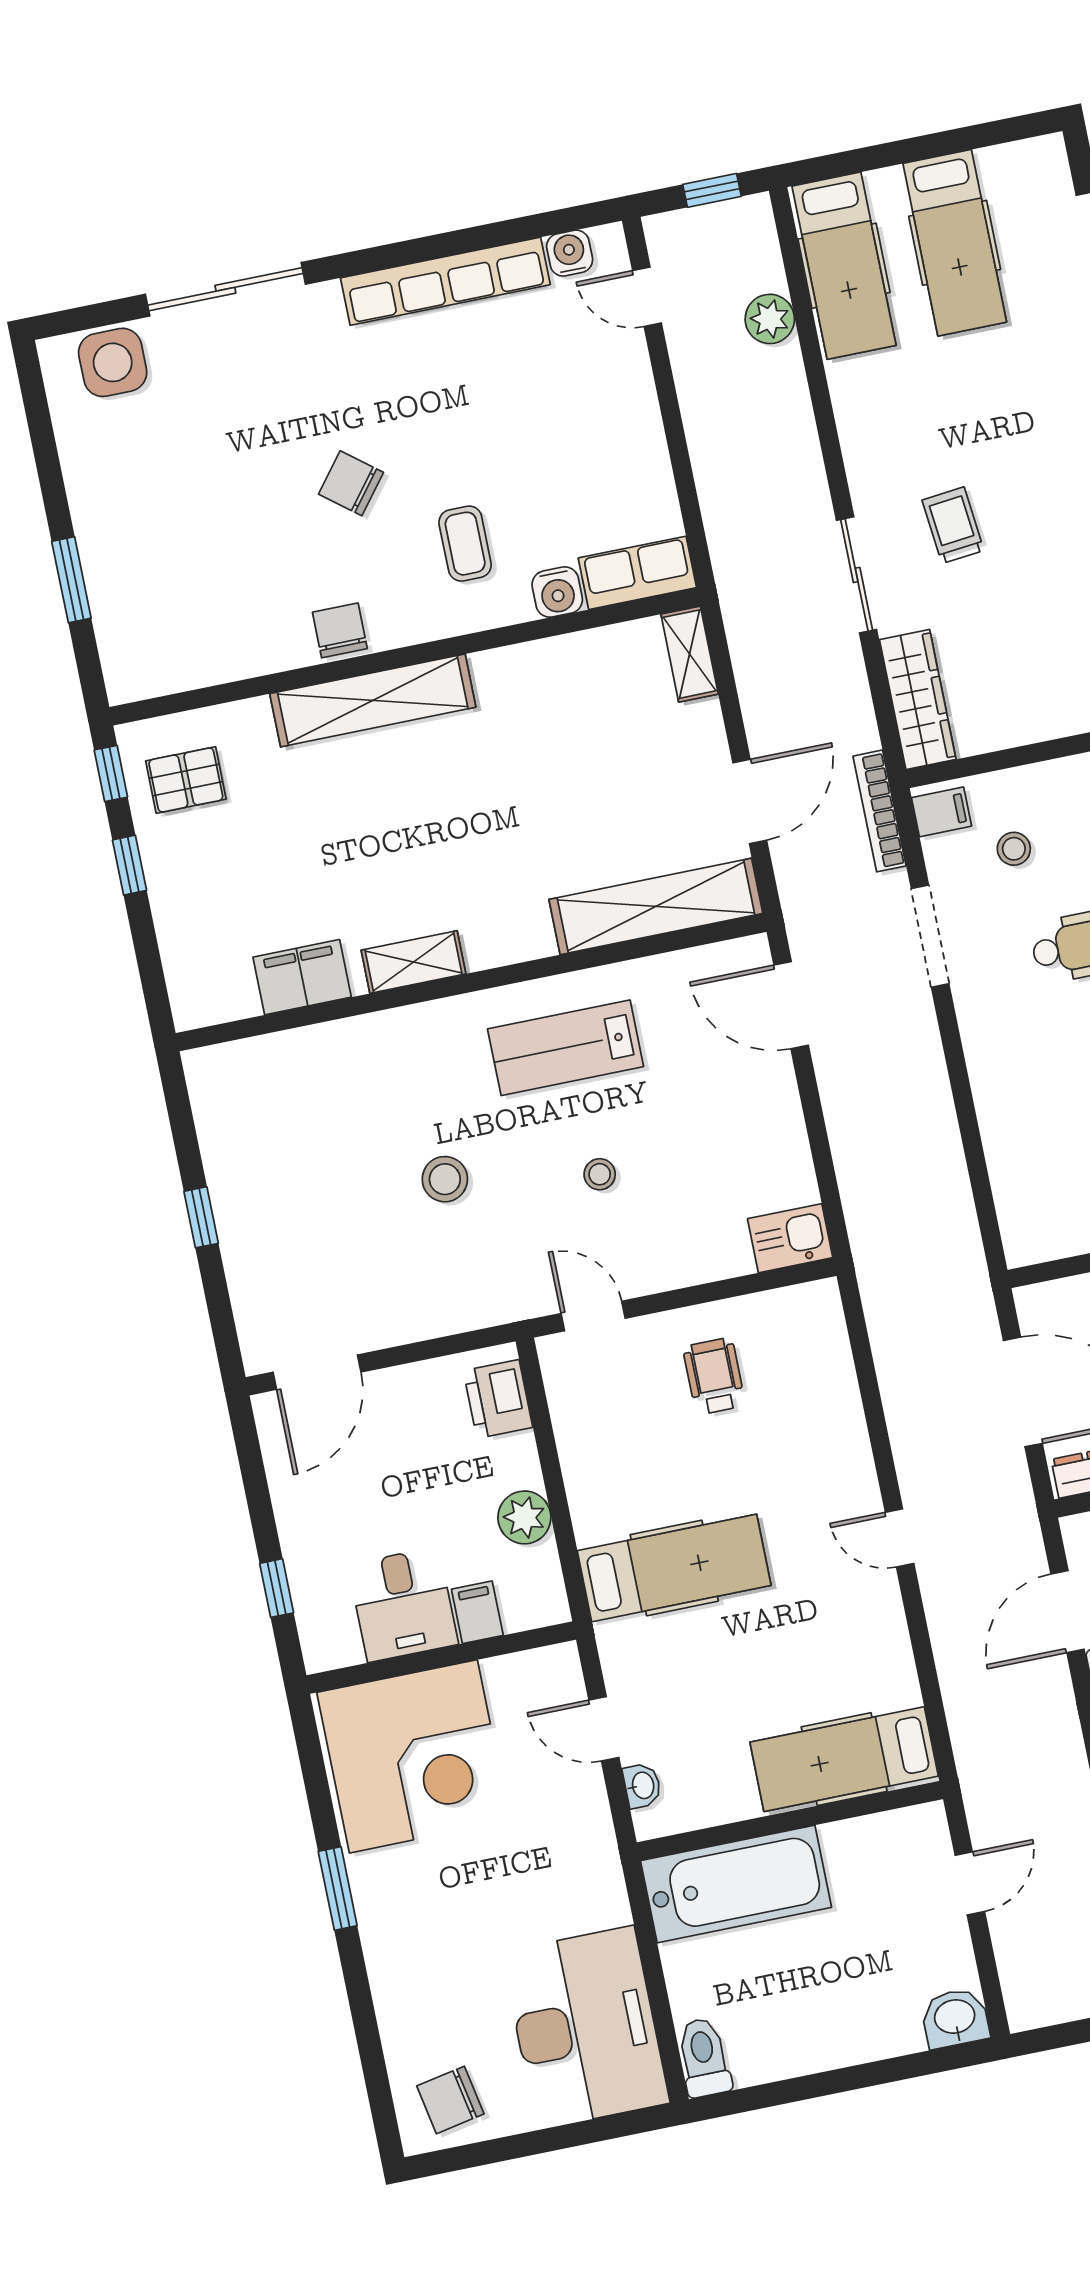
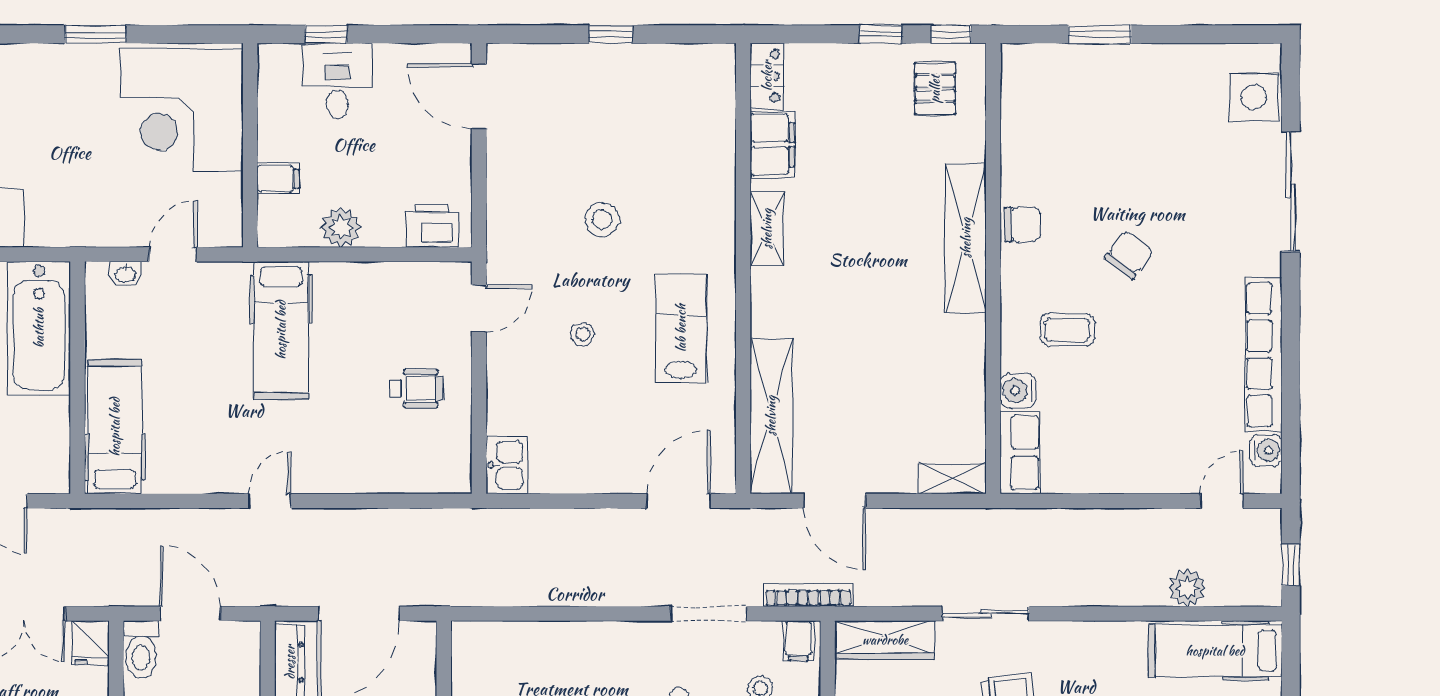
locker: (214, 1003) -> (767, 76), added
desk: (403, 1604) -> (337, 81), moved, turned 90

